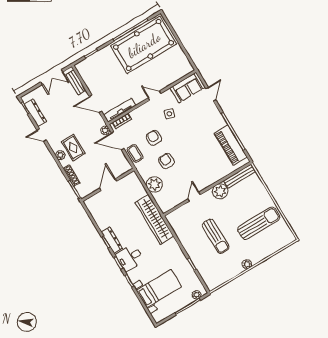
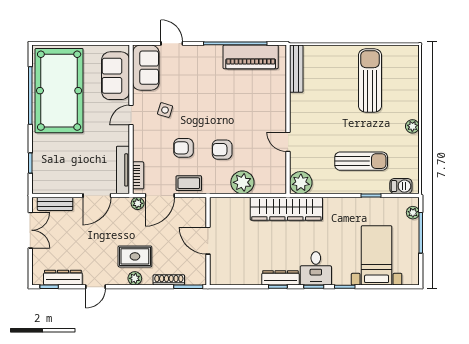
sofa: (172, 73) -> (116, 76), added
plant: (220, 191) -> (301, 183), moved
sun lounger: (216, 236) -> (361, 161), moved
barbecue: (208, 278) -> (401, 186), added

